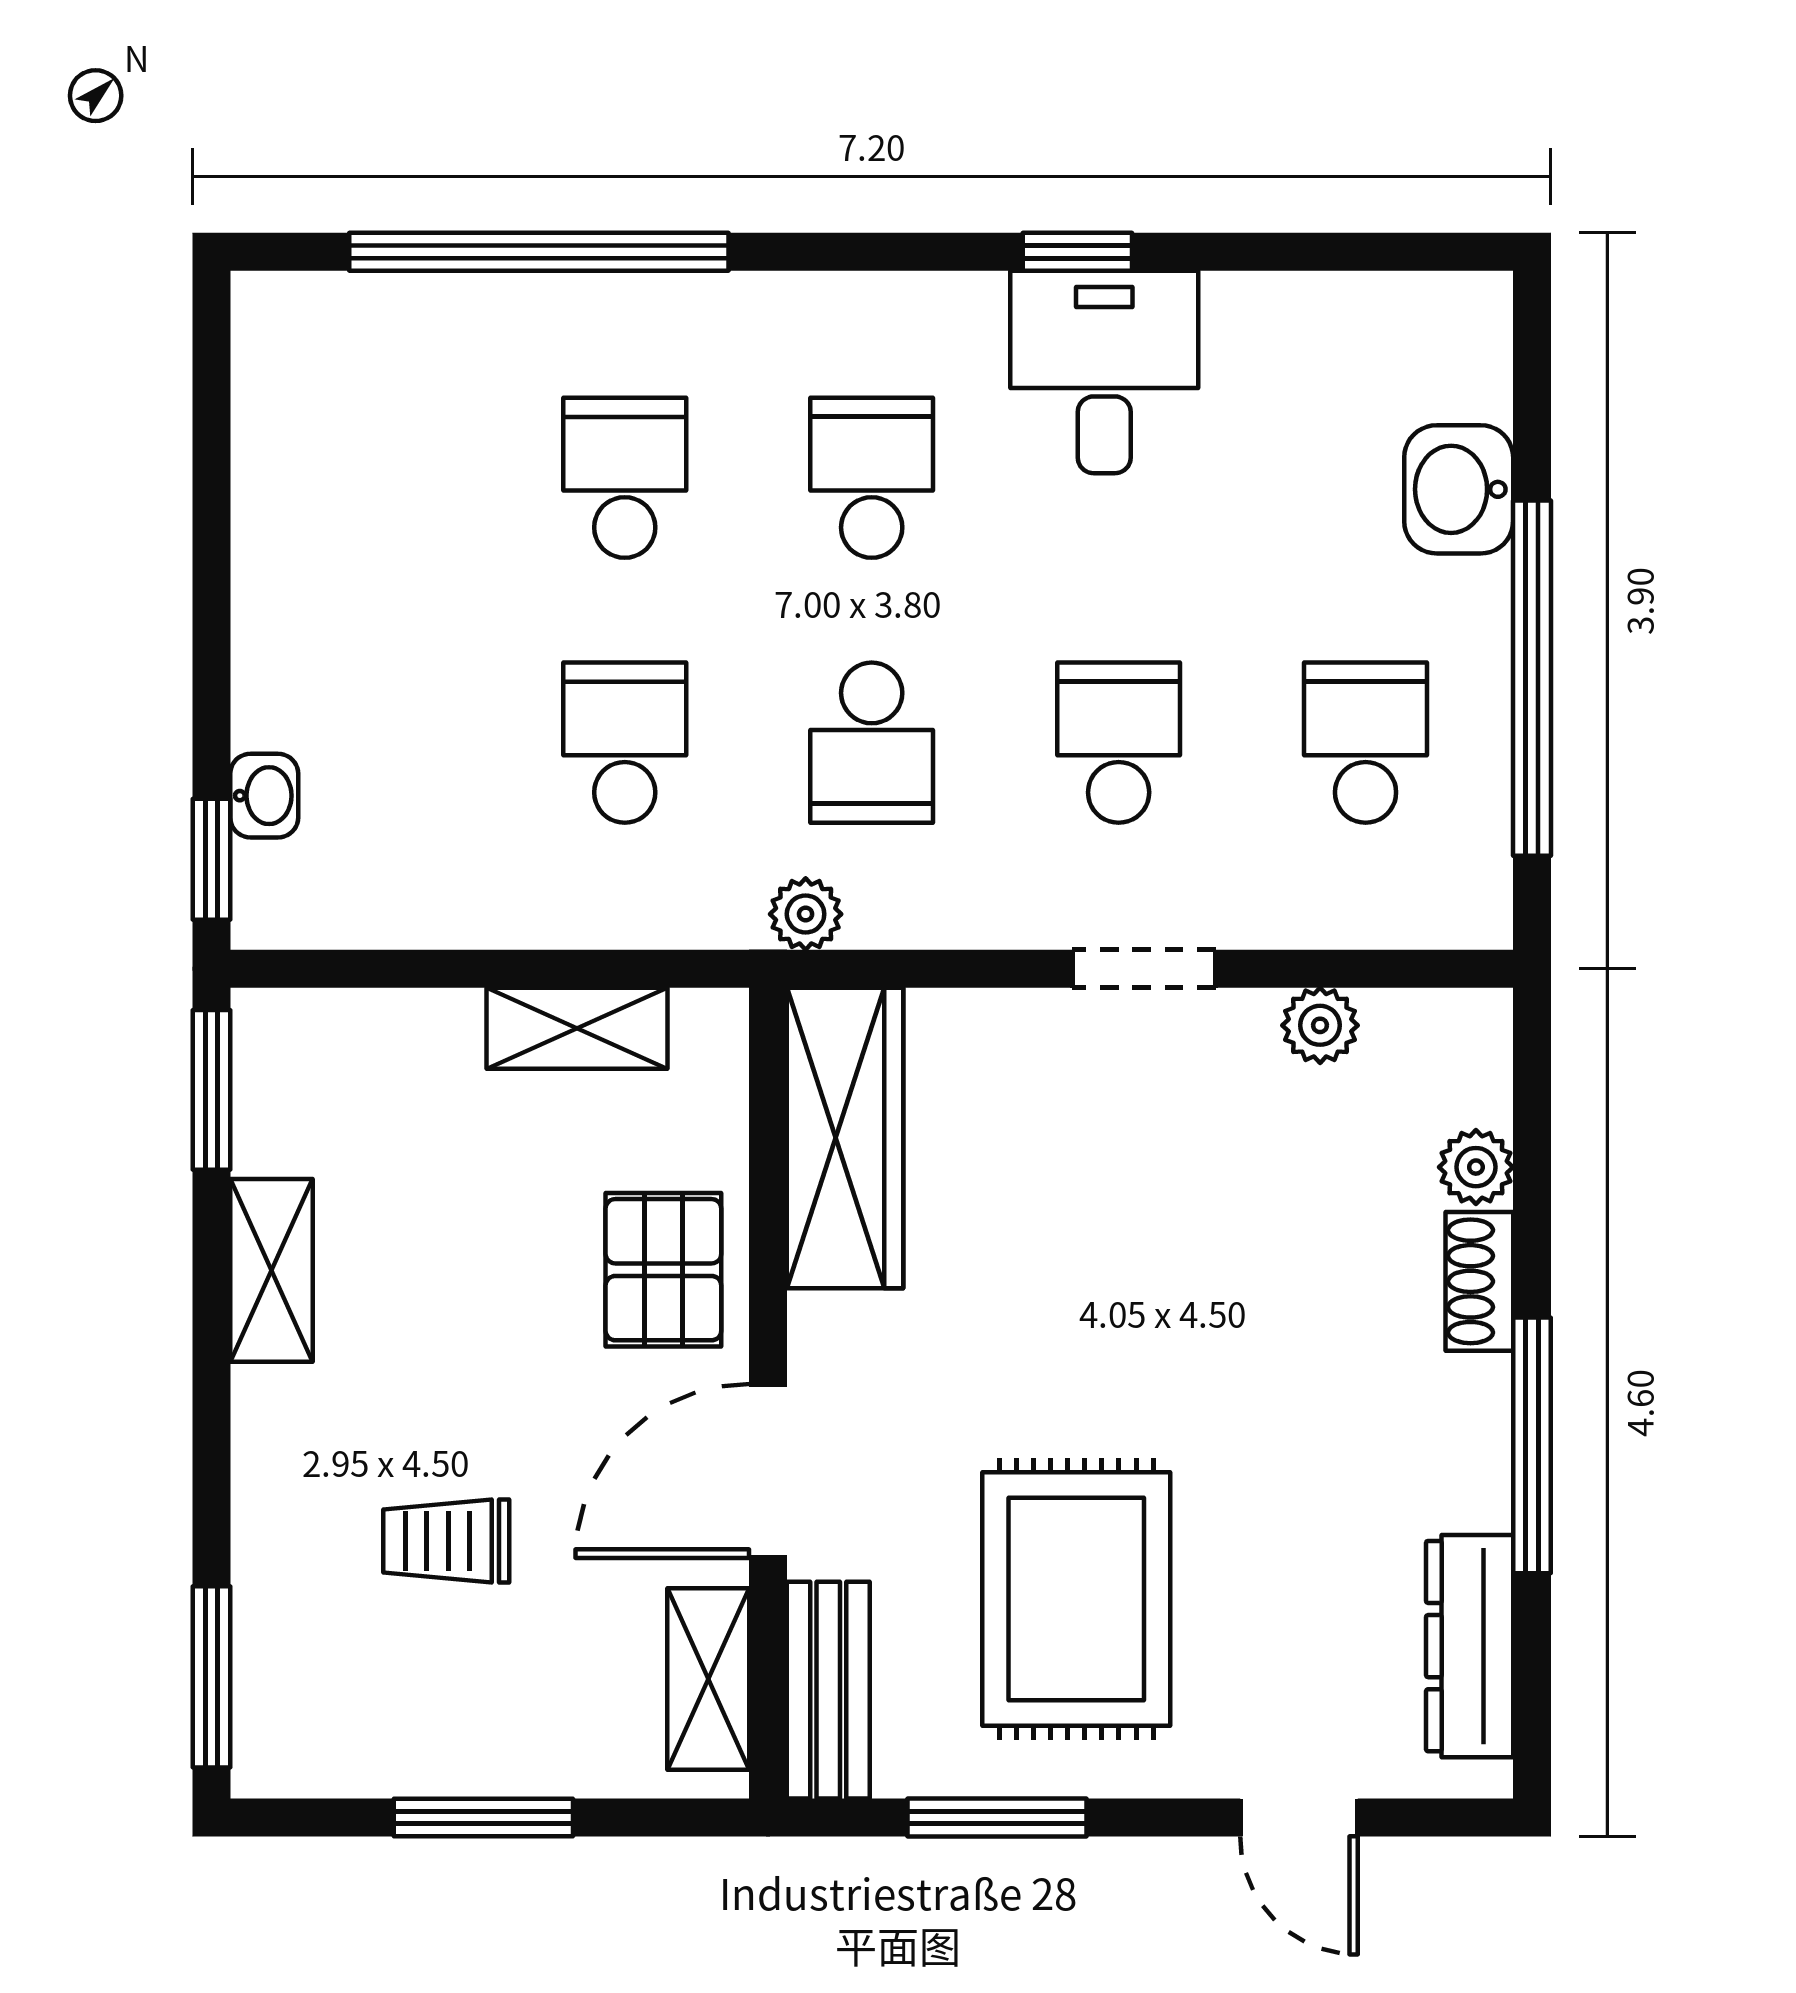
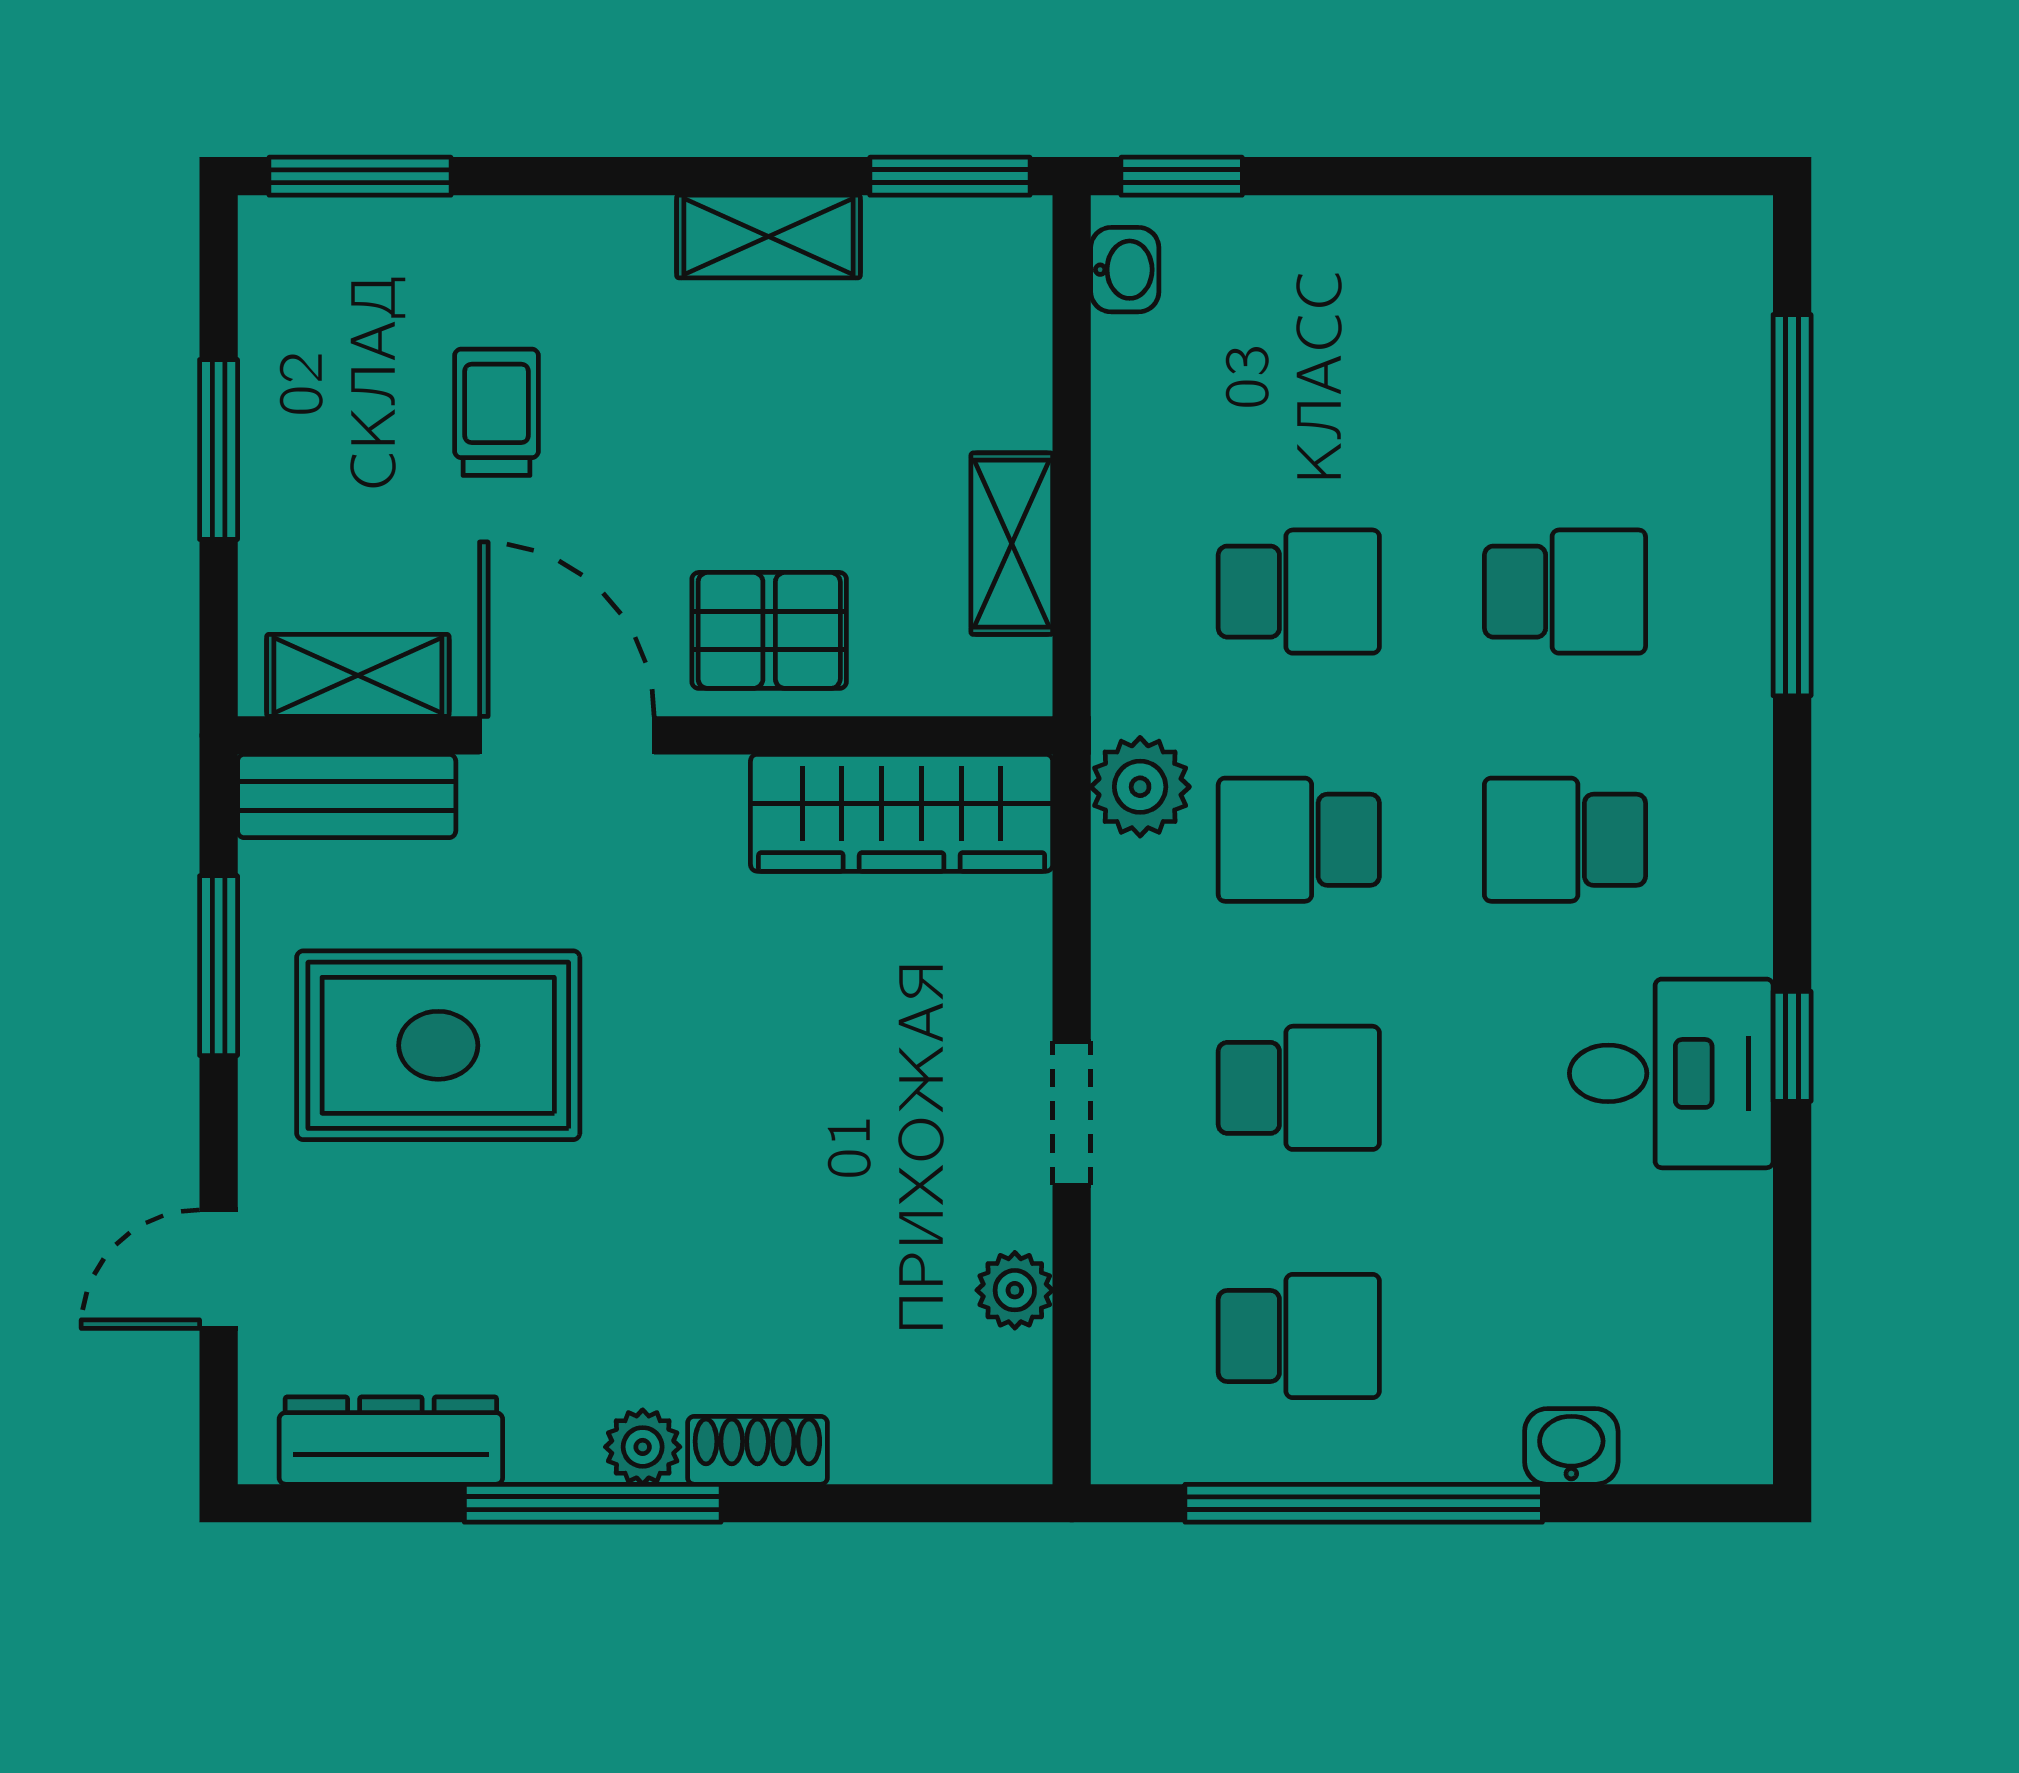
school desk: (872, 478) -> (1565, 840), turned 180
washbasin: (1459, 489) -> (1571, 1446), width x0.72, depth x0.69
washbasin: (264, 796) -> (1125, 270), moved, turned -90
plant: (806, 914) -> (1140, 787), width x1.38, depth x1.38
plant: (1476, 1167) -> (643, 1447), moved

